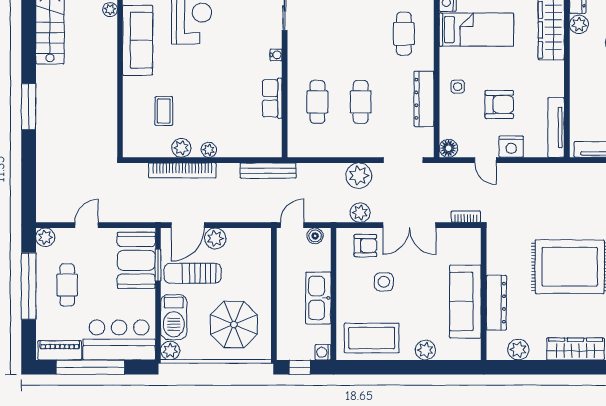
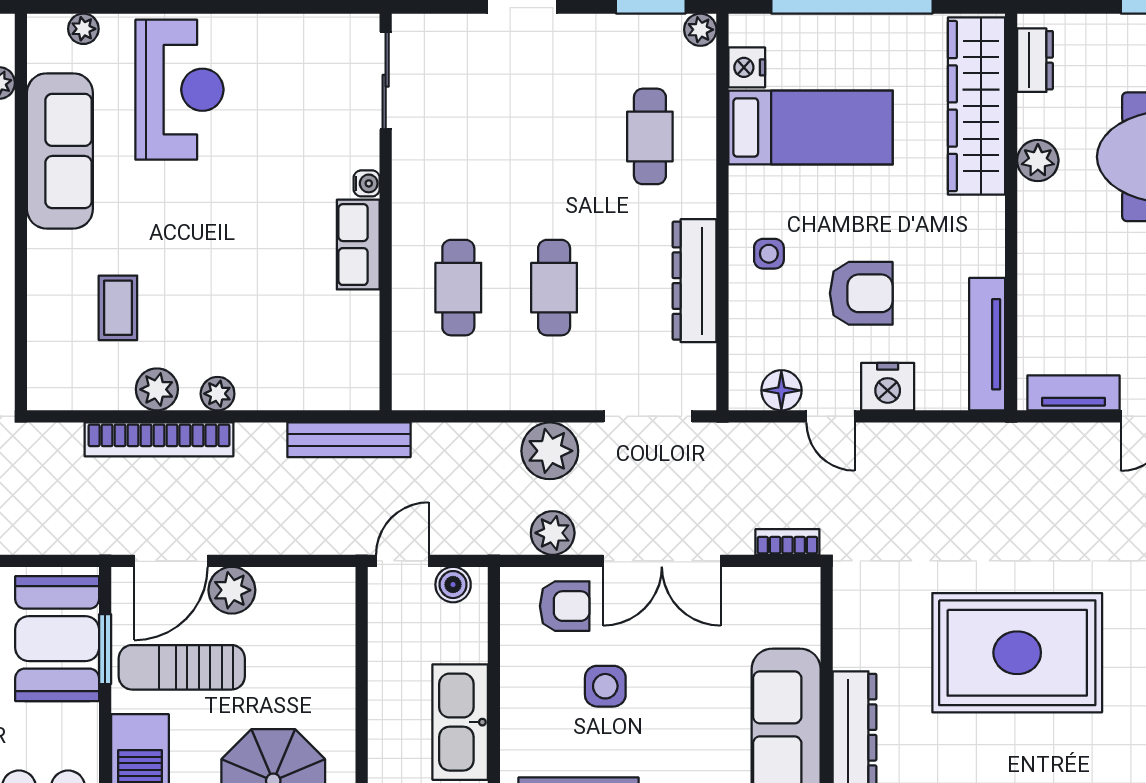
plant: (579, 24) -> (1038, 160), moved
row of seats: (272, 98) -> (358, 245), moved
floor lamp: (448, 148) -> (781, 390), moved

